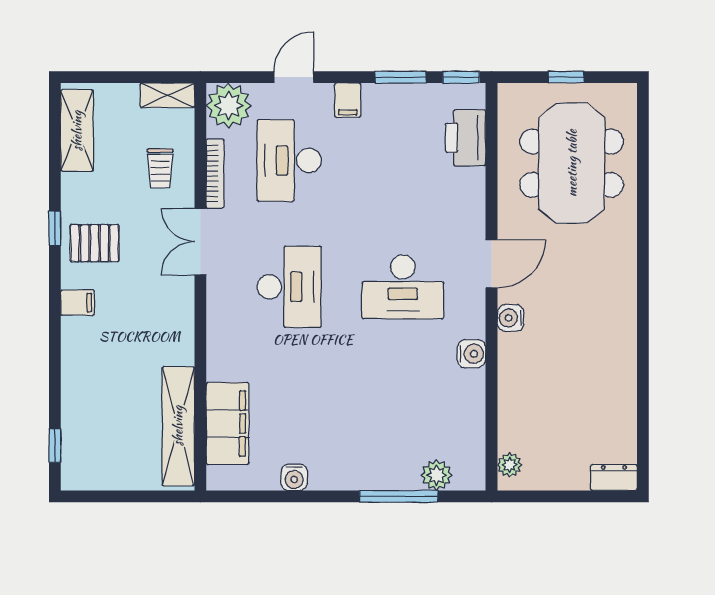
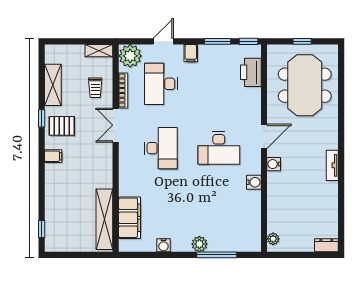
shelving: (77, 131) -> (53, 85), moved
tv unit: (626, 321) -> (332, 165), added
plant: (437, 475) -> (199, 244), moved

